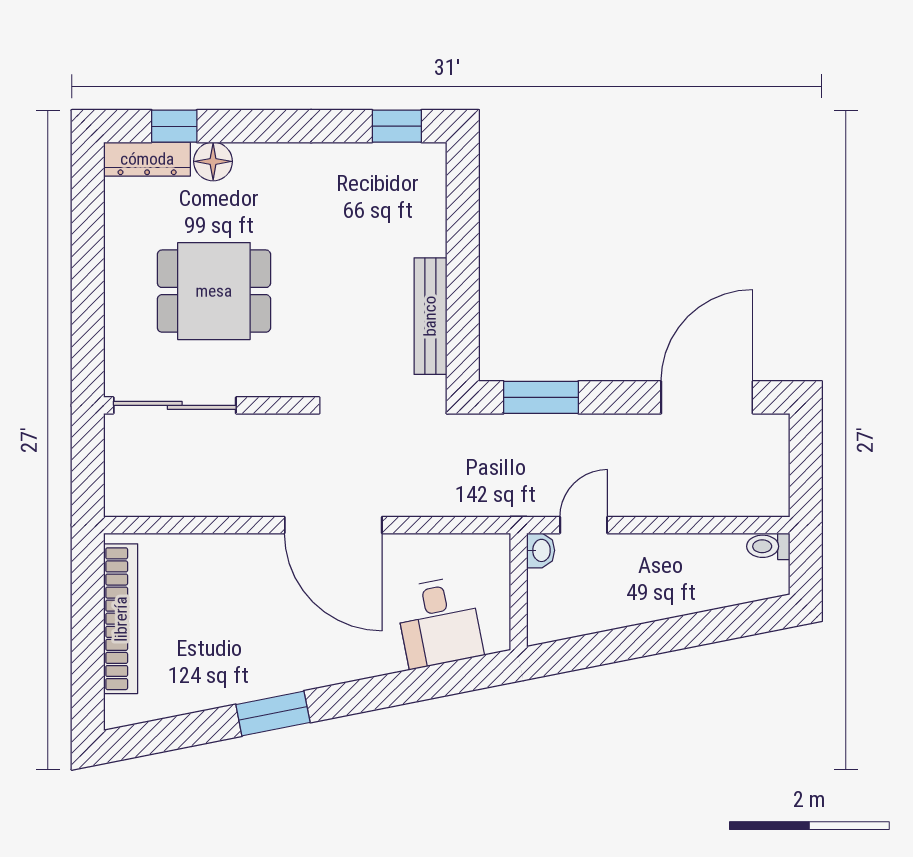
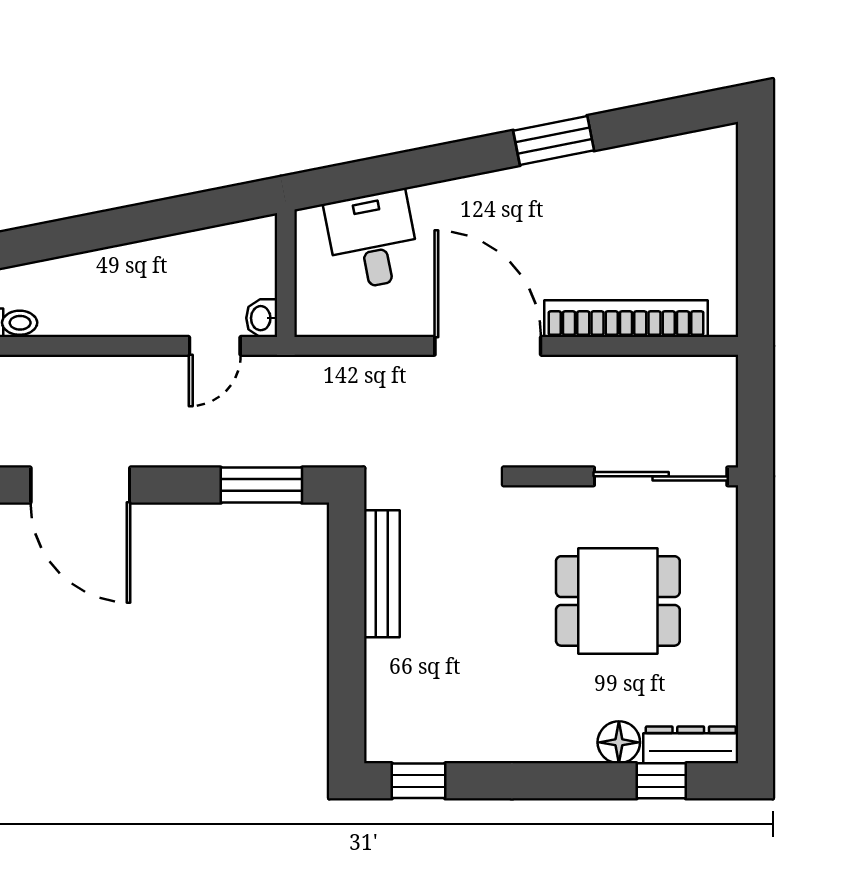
door: (707, 397) -> (80, 485), hinge flipped
bookcase: (121, 619) -> (626, 319), moved, turned 90

